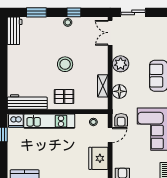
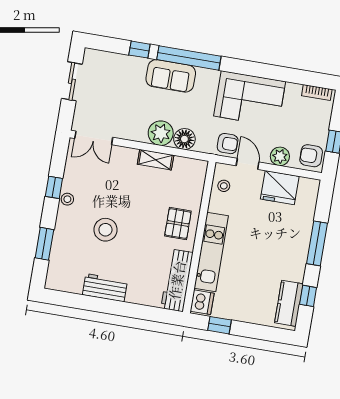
sliding door: (133, 12) -> (72, 81), moved
workbench: (15, 31) -> (105, 288), moved
stool: (65, 64) -> (105, 230), moved
plant: (121, 64) -> (161, 133), moved
shelving: (103, 86) -> (156, 160), moved
plant: (119, 155) -> (280, 156), added

